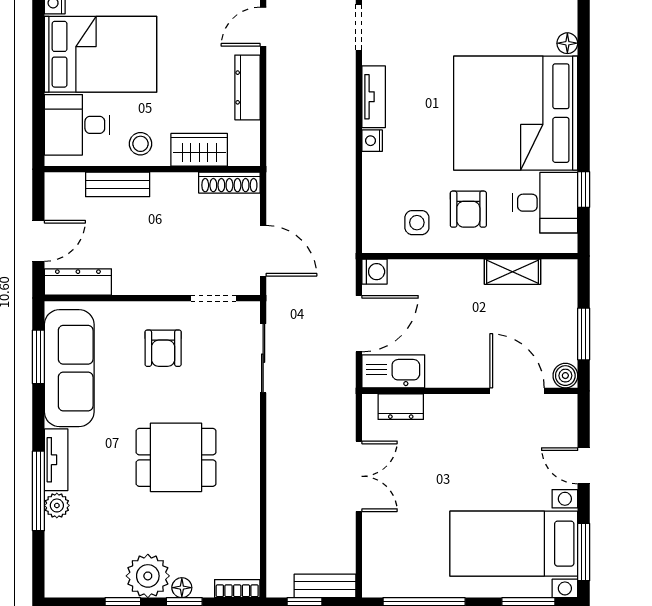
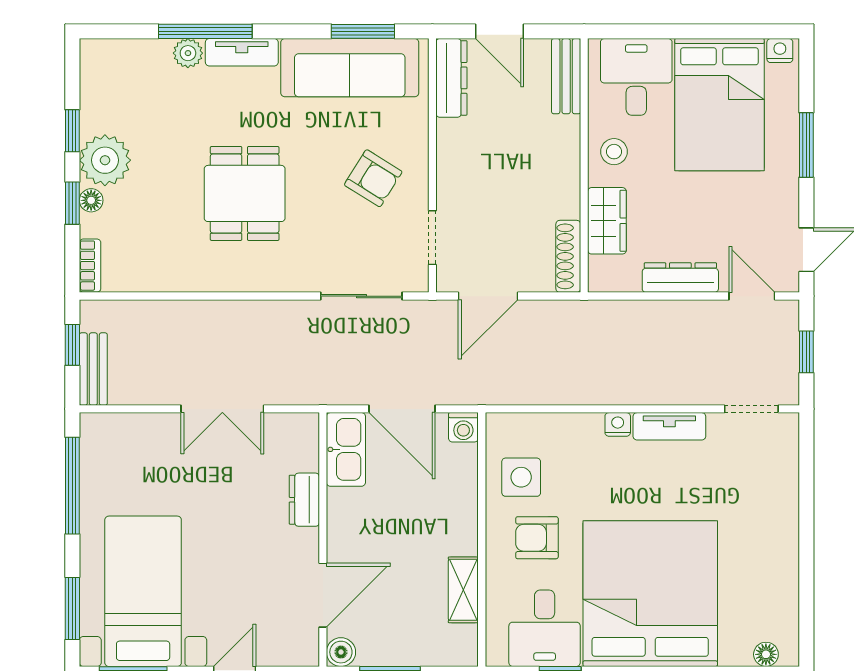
floor lamp: (567, 43) -> (766, 654), moved
bench: (118, 184) -> (566, 76), moved
side table: (417, 223) -> (521, 477), width x1.37, depth x1.37
armchair: (163, 348) -> (373, 178), turned -148
dresser: (401, 407) -> (304, 500), moved

